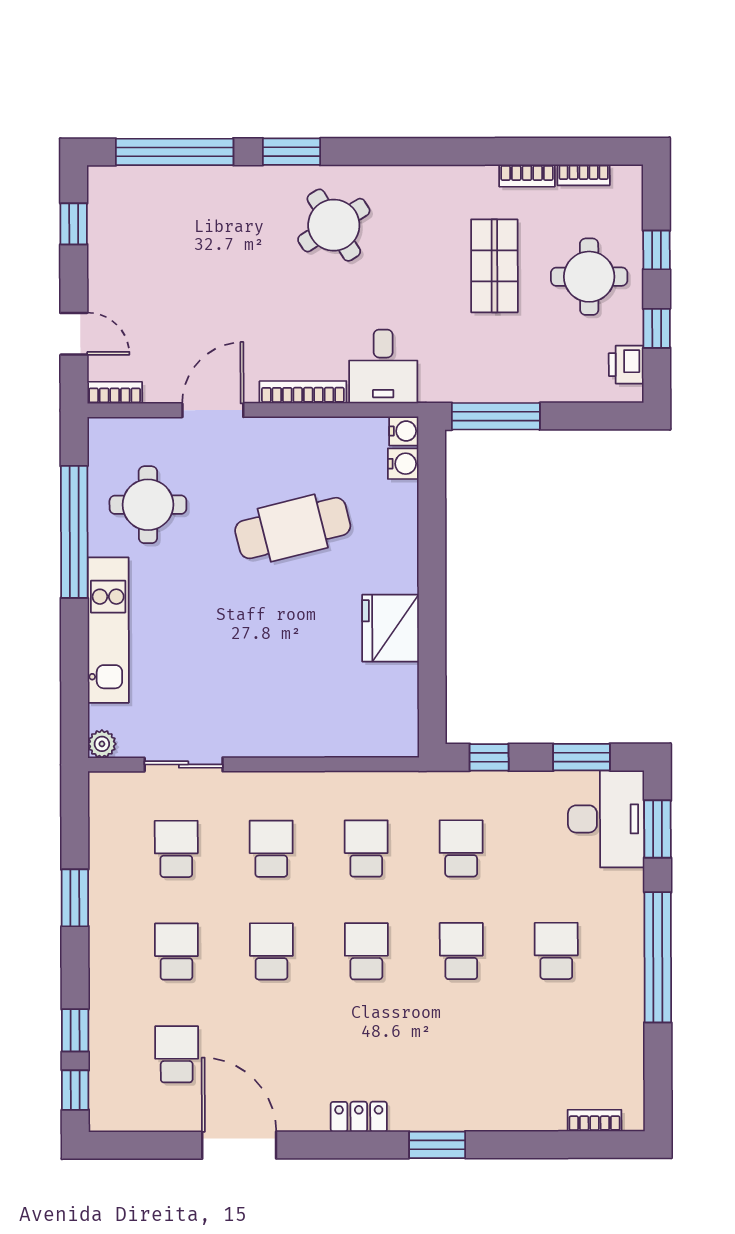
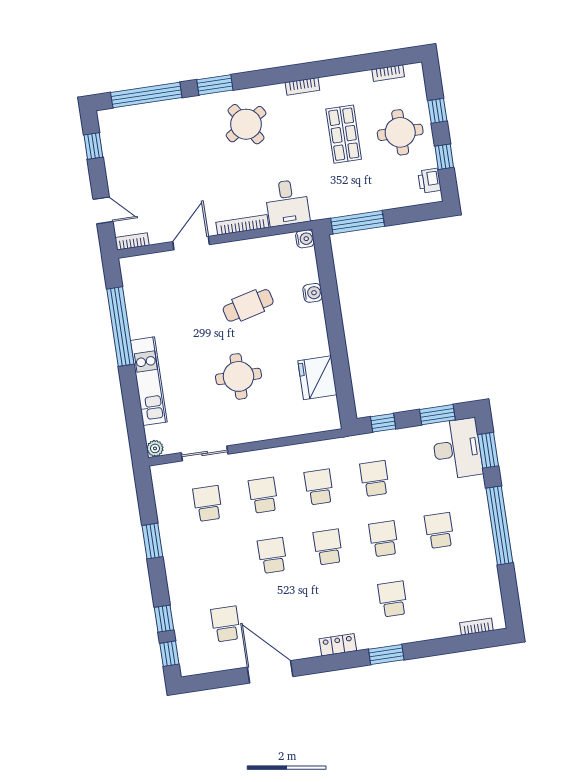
bookcase: (527, 176) -> (302, 86), moved
water cooler: (403, 464) -> (313, 293), moved
round table: (148, 505) -> (238, 376), moved
cafe table: (293, 528) -> (248, 305), width x0.73, depth x0.74
fridge: (390, 628) -> (317, 378), moved
school desk: (176, 952) -> (393, 599), moved

